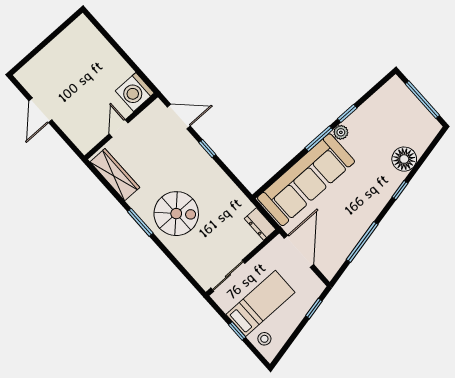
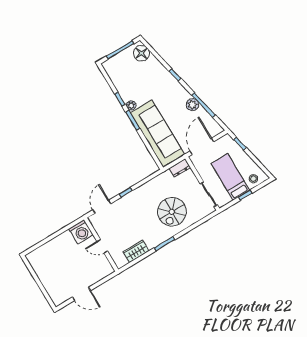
floor lamp: (404, 159) -> (141, 53), moved
wardrobe: (115, 175) -> (136, 251), width x0.67
spiral stairs: (176, 214) -> (172, 212), moved, turned 180
plant: (360, 225) -> (192, 105), added
door: (299, 251) -> (202, 146), hinge flipped

